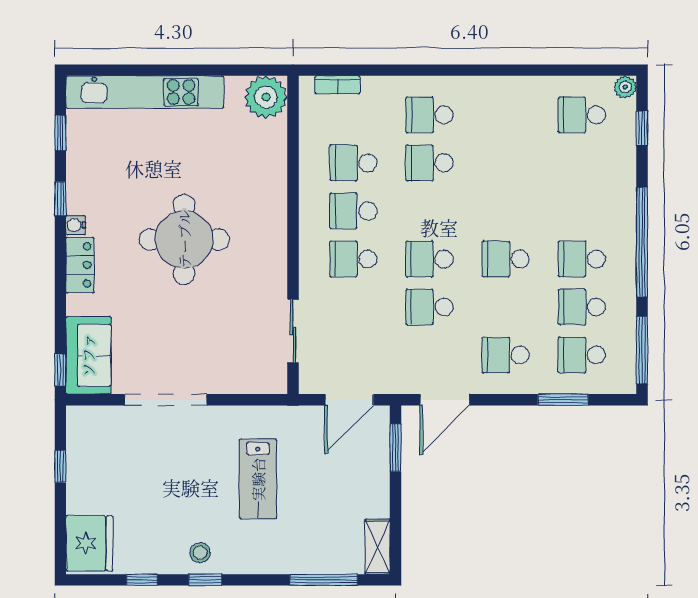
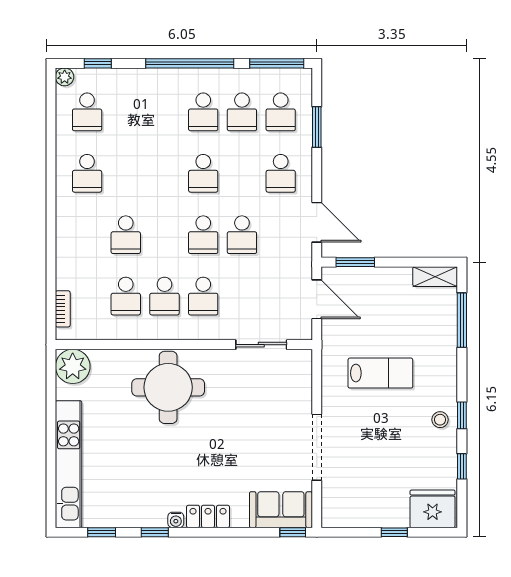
school desk: (429, 115) -> (87, 173), moved
round table: (184, 239) -> (168, 387), moved
window: (60, 466) -> (394, 532), moved

